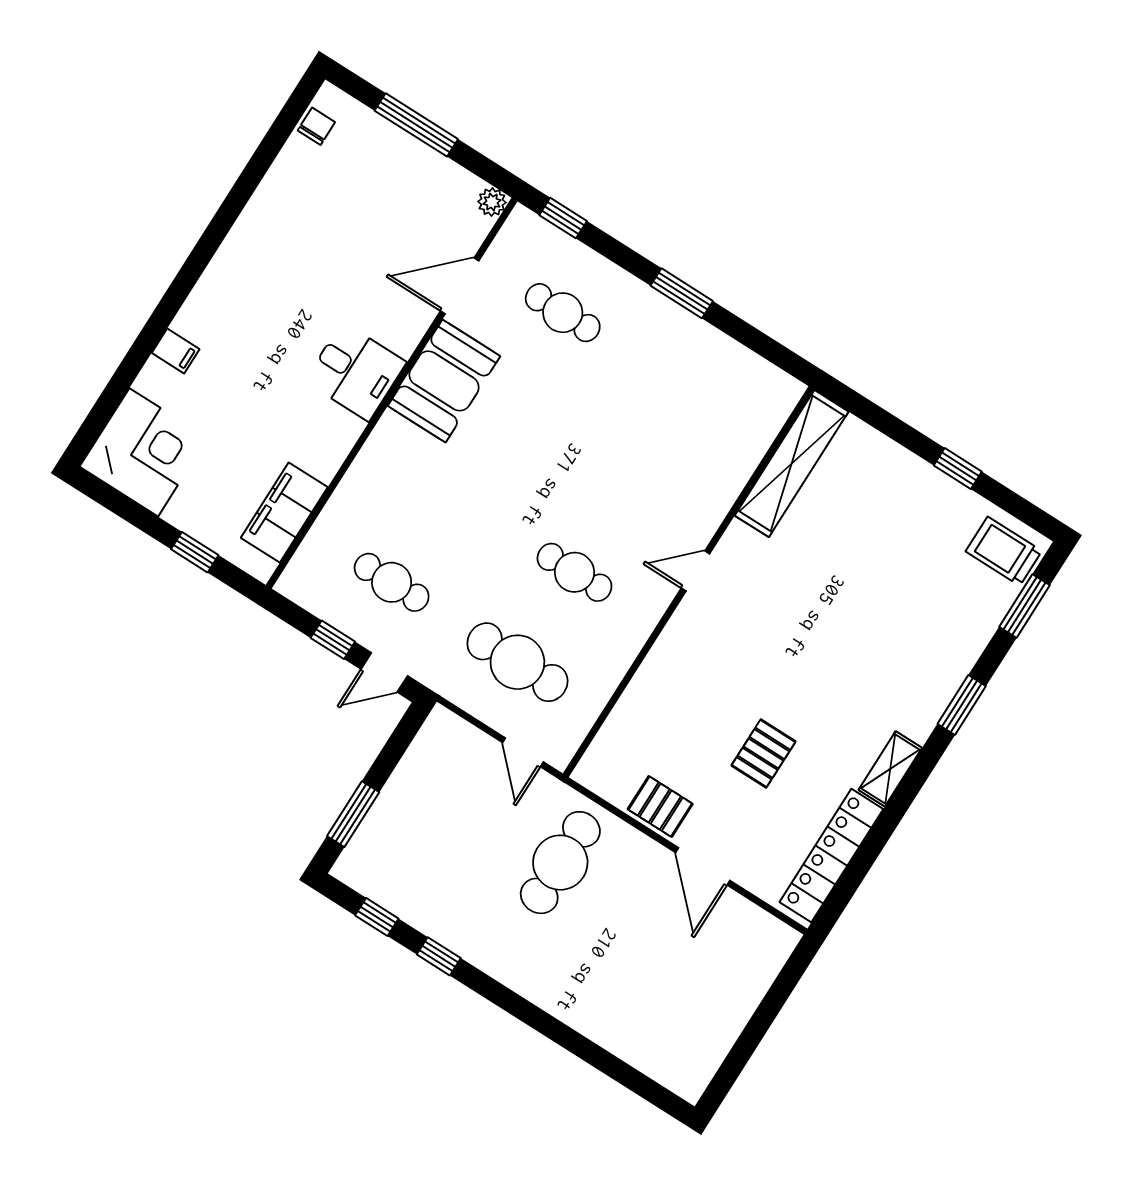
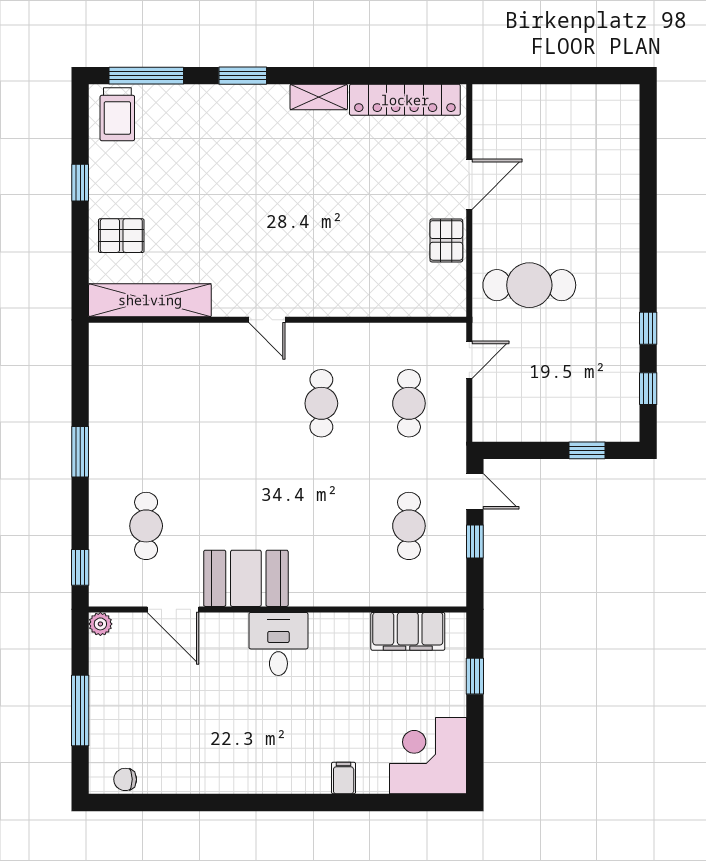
window: (1025, 606) -> (146, 76), width x1.44
cafe table: (517, 662) -> (409, 403), width x0.73, depth x0.74
pallet: (764, 753) -> (121, 236), moved
window: (353, 814) -> (587, 450), width x0.67

